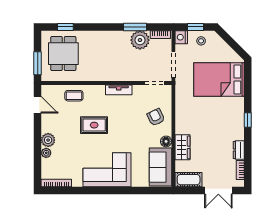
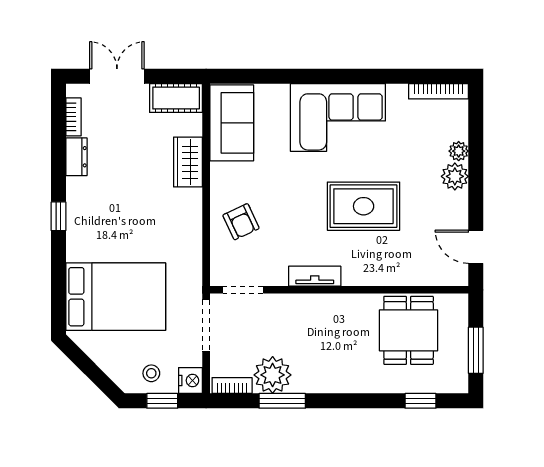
dining table: (63, 54) -> (409, 330), moved
window: (38, 63) -> (476, 350), moved
coffee table: (74, 96) -> (404, 264), removed
rug: (94, 125) -> (364, 206), width x1.36, depth x1.43
floor lamp: (166, 141) -> (221, 174), removed

